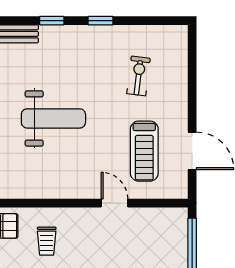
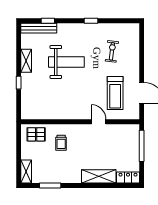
window: (52, 21) -> (48, 21), moved
weight bench: (53, 118) -> (66, 62), moved

